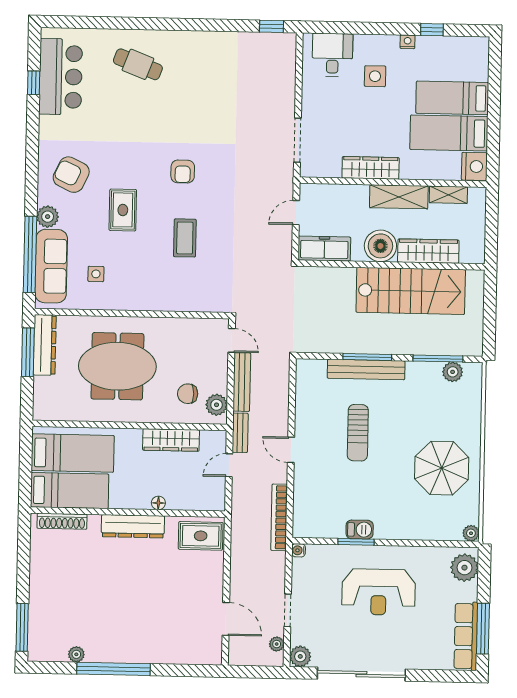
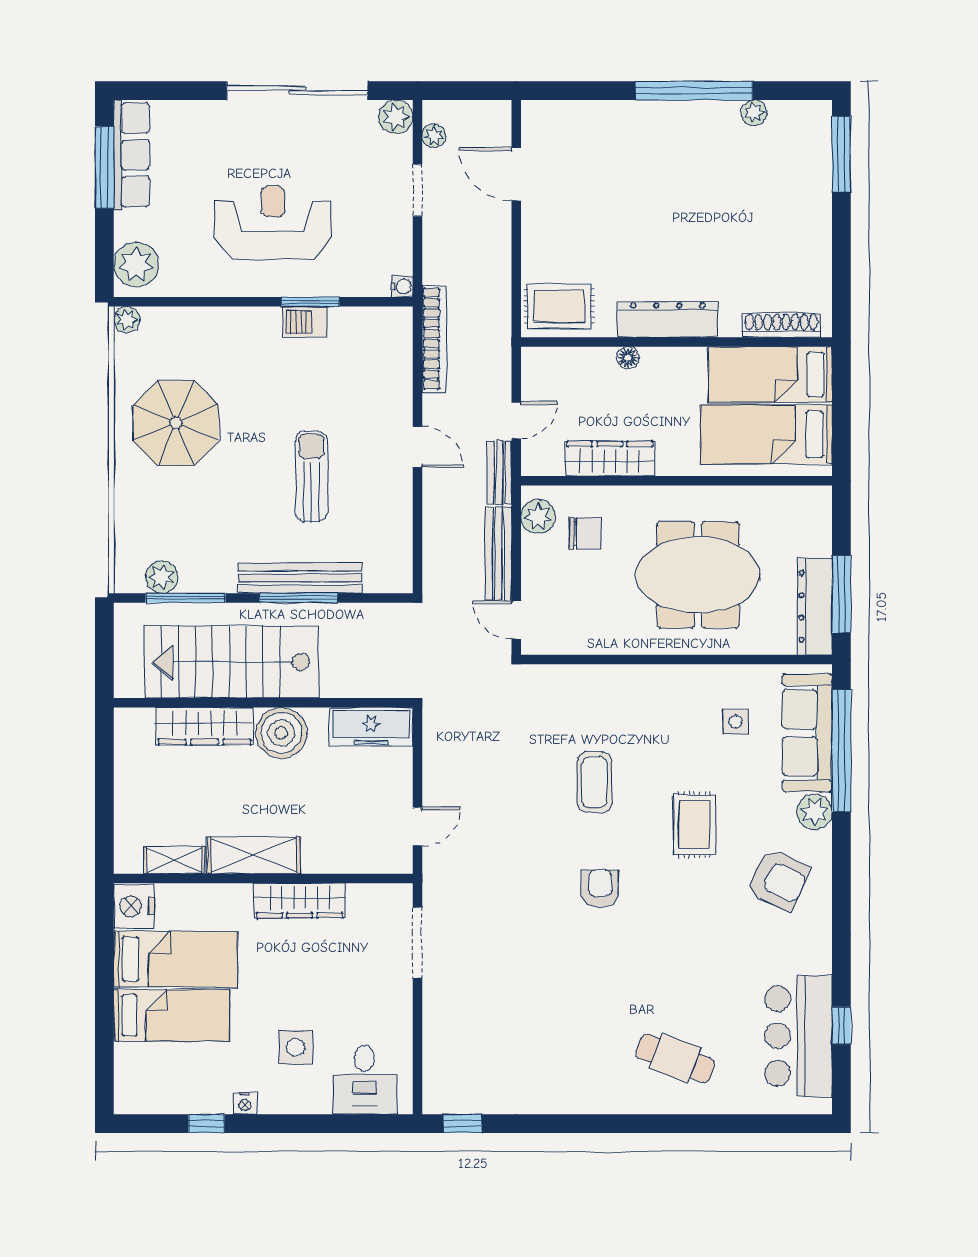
boiler: (380, 246) -> (281, 733), moved
freezer: (324, 249) -> (371, 727), moved
wardrobe: (428, 251) -> (205, 726), moved
wall: (391, 265) -> (263, 703), moved
stairs: (411, 291) -> (231, 662), moved

